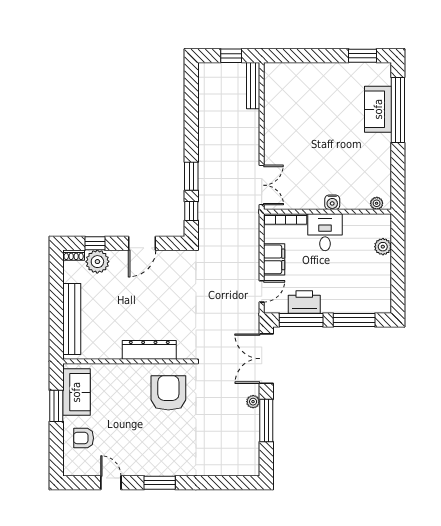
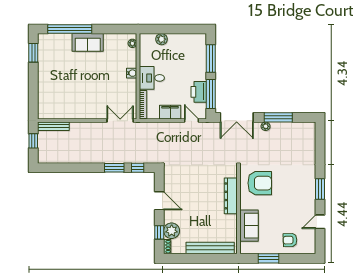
sofa: (378, 109) -> (88, 42), moved
sofa: (76, 392) -> (249, 226), moved, turned 90
armchair: (168, 393) -> (260, 183), turned 180
armchair: (84, 438) -> (290, 240), turned 88

